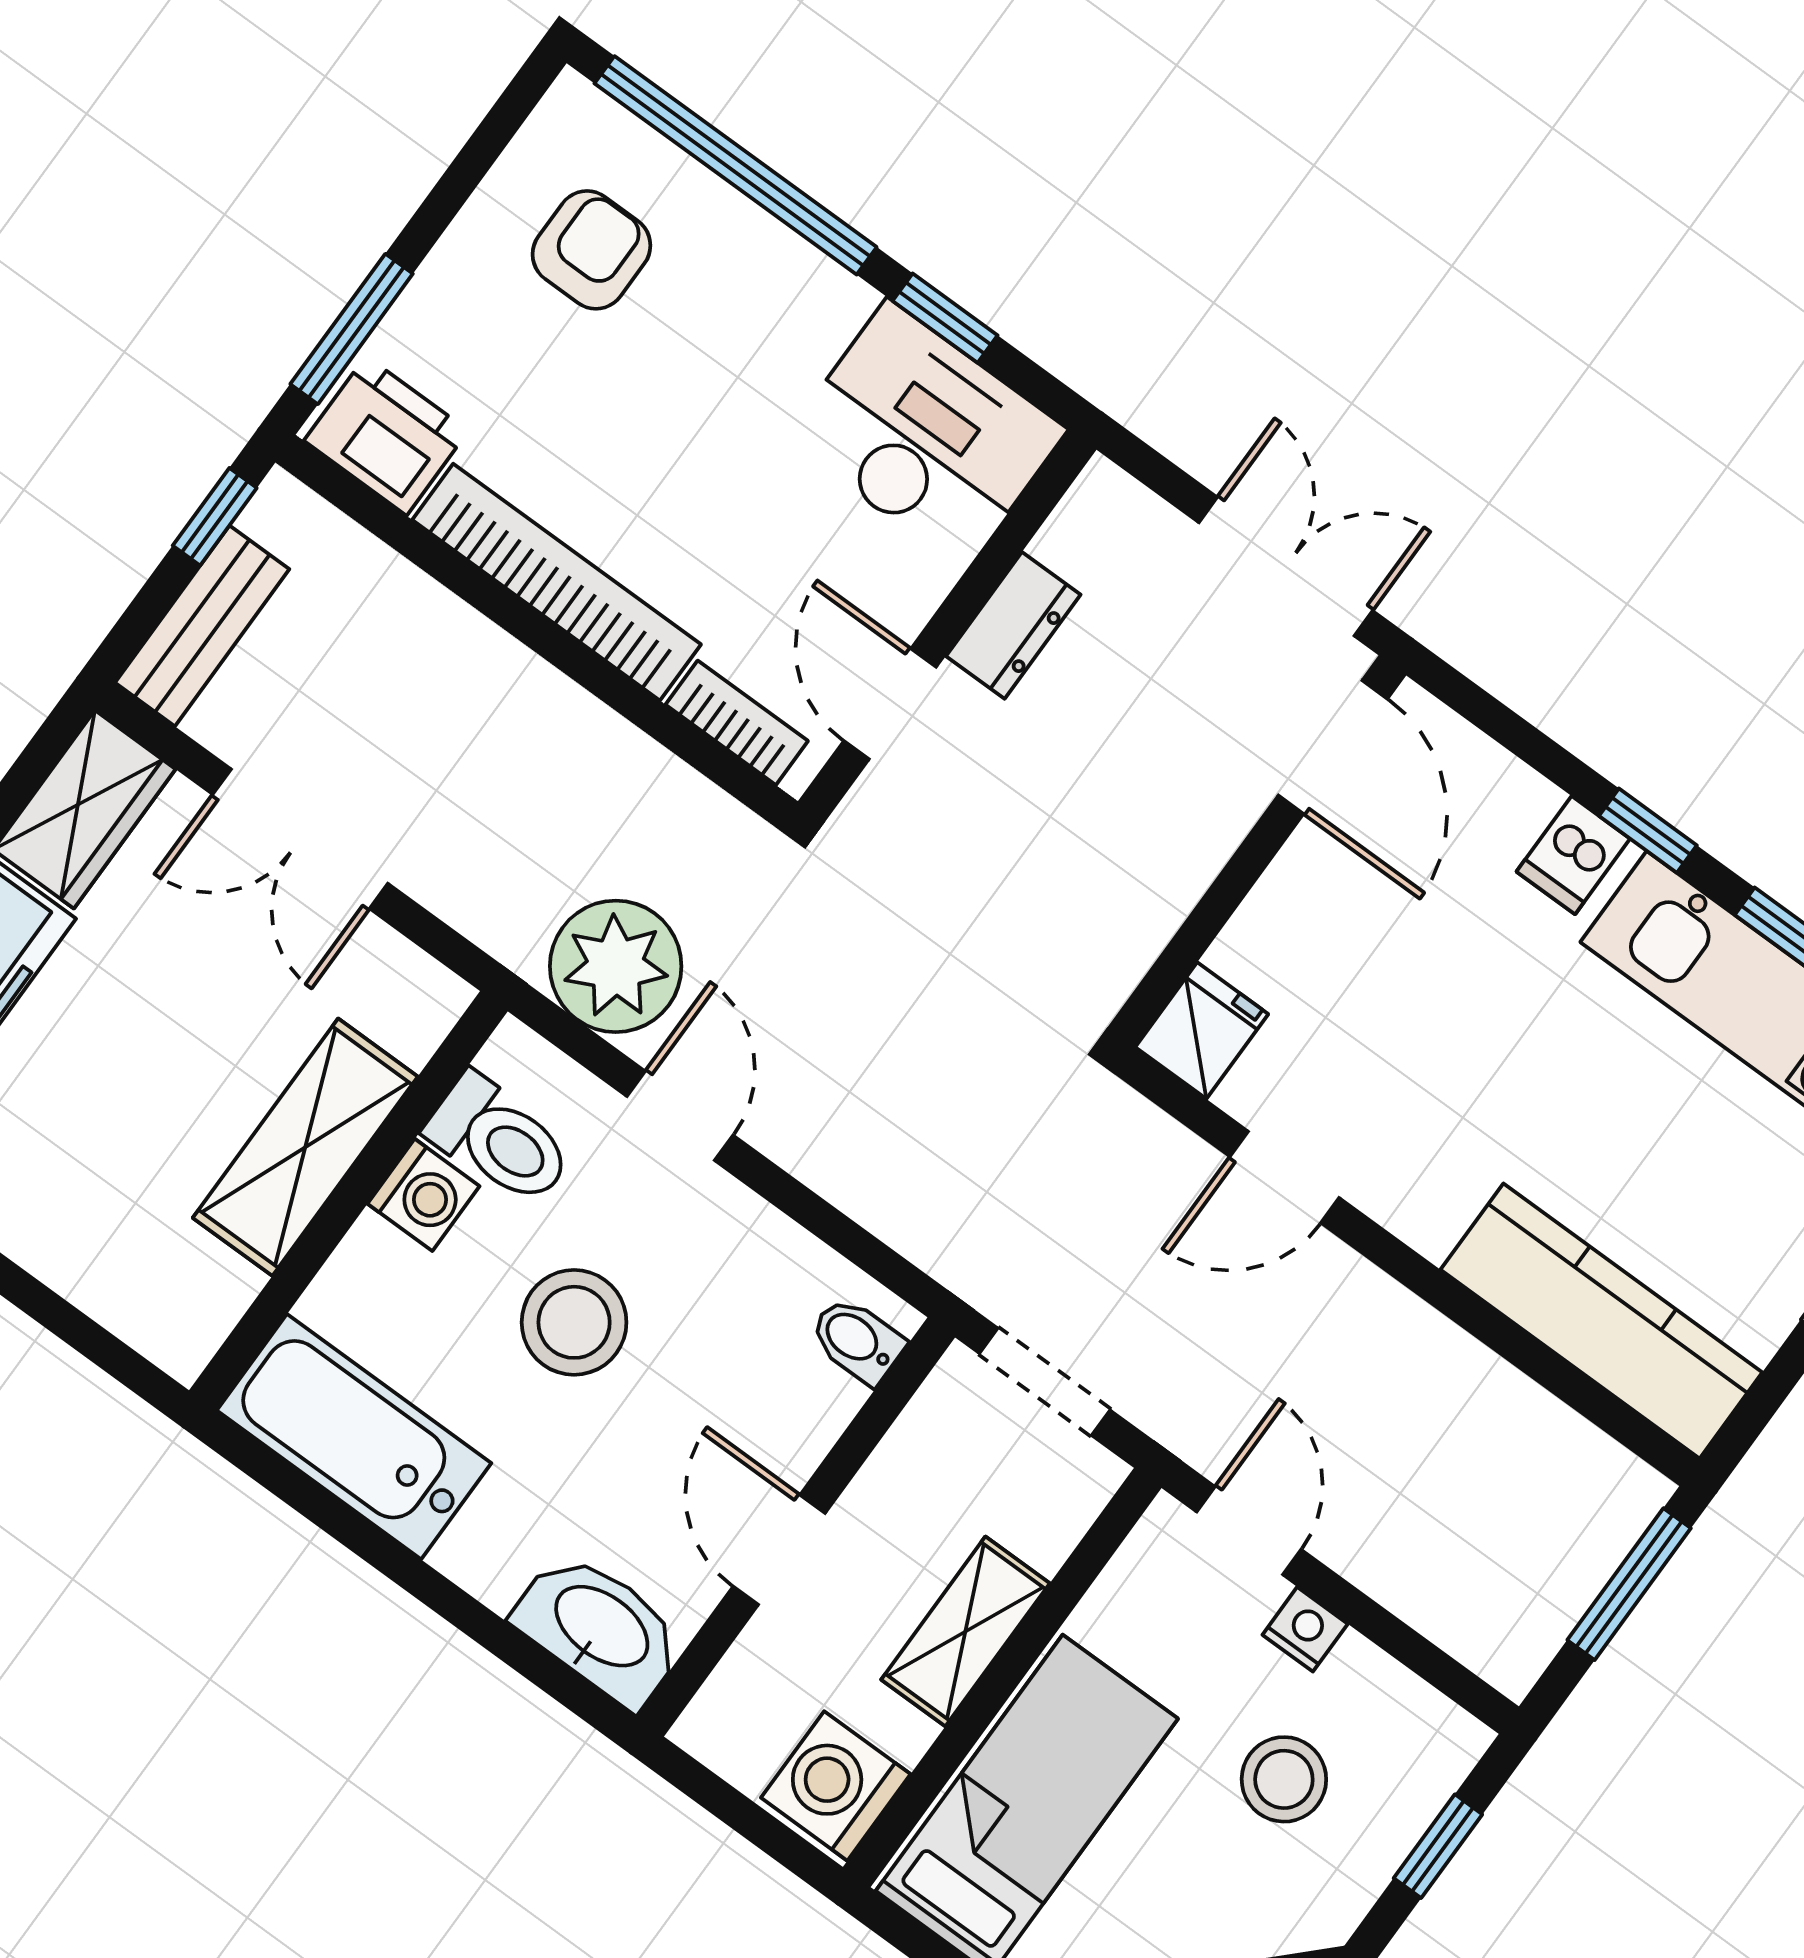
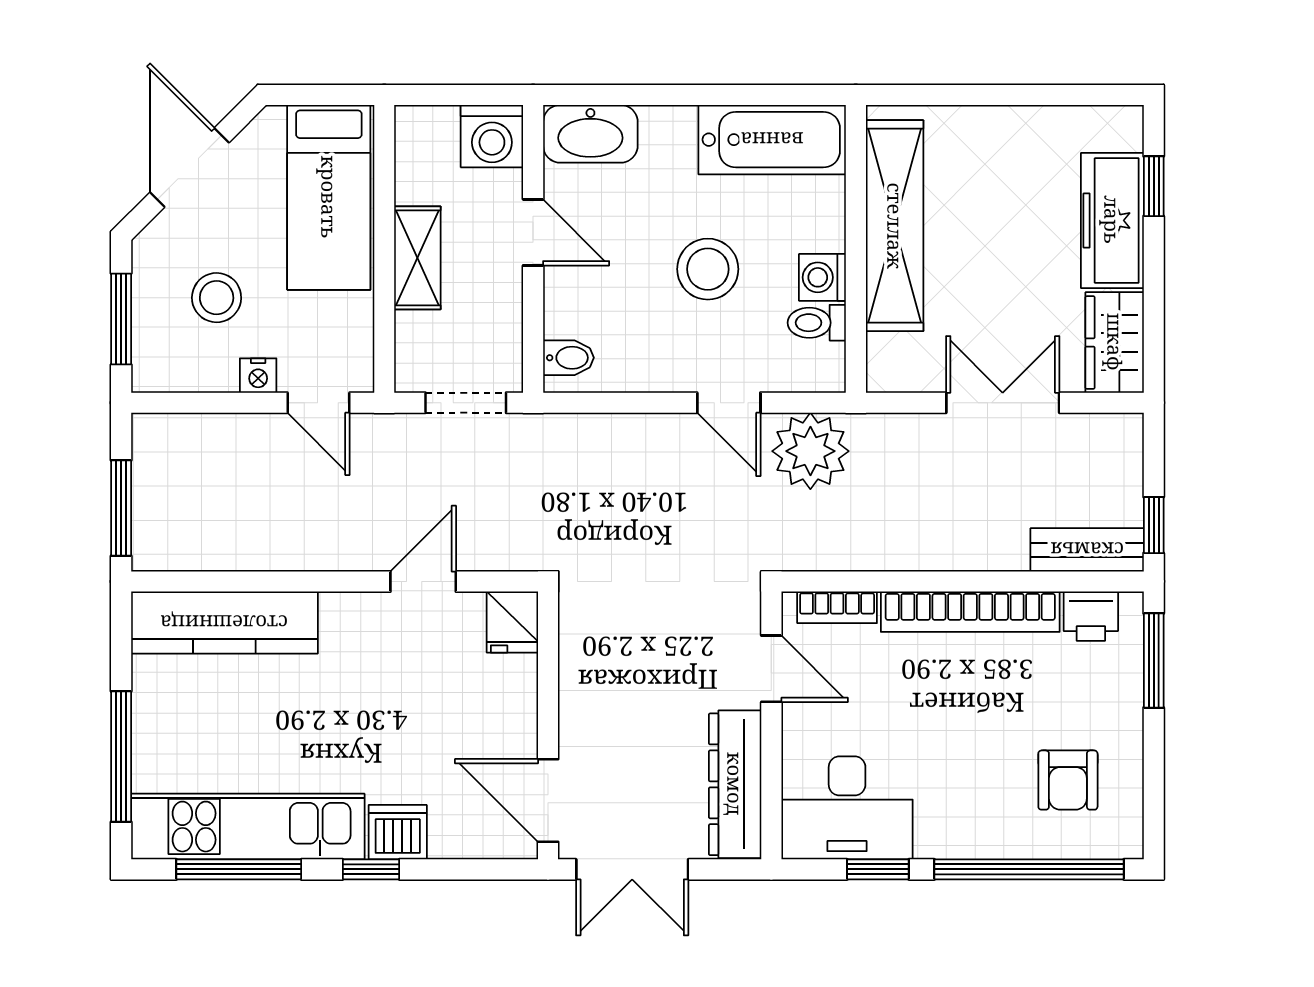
printer: (386, 436) -> (1091, 616), width x0.73, depth x0.81
dresser: (1013, 625) -> (735, 784), width x1.96, depth x1.24
bench: (202, 626) -> (1087, 550), moved, turned 90
dishwasher: (1573, 855) -> (398, 832), width x1.38
toilet: (500, 1140) -> (817, 323), width x0.73, depth x0.72
shelving: (305, 1147) -> (895, 226), width x1.47
washing machine: (836, 1786) -> (492, 136), moved, turned 90
window: (1438, 1846) -> (121, 319), width x1.50

